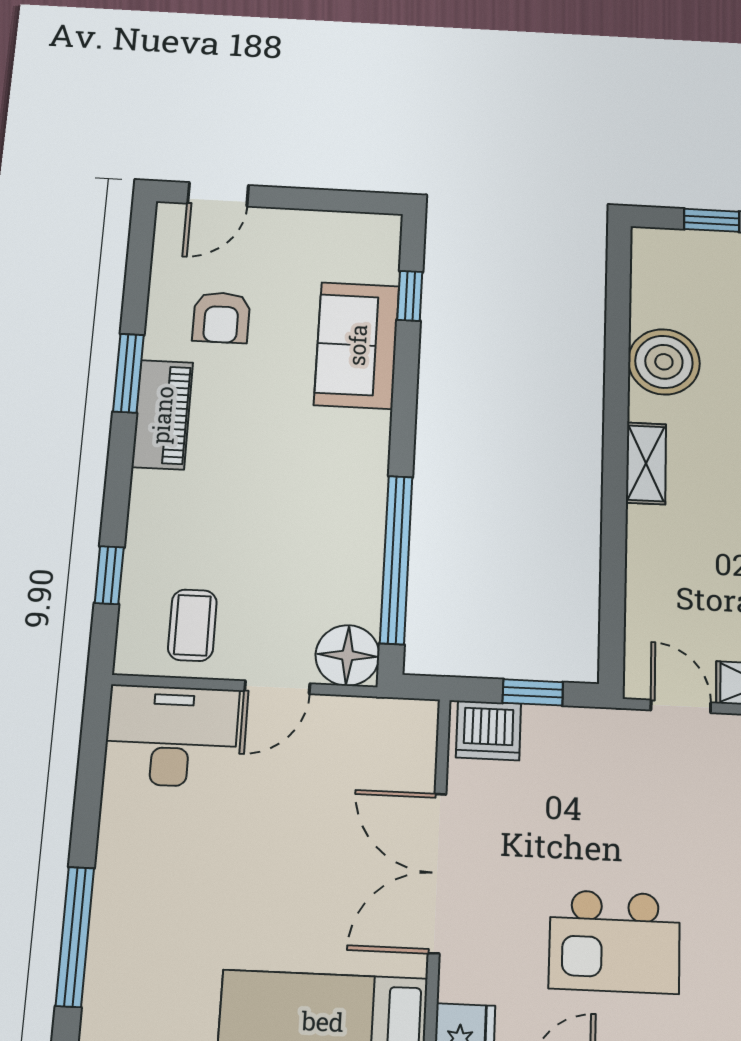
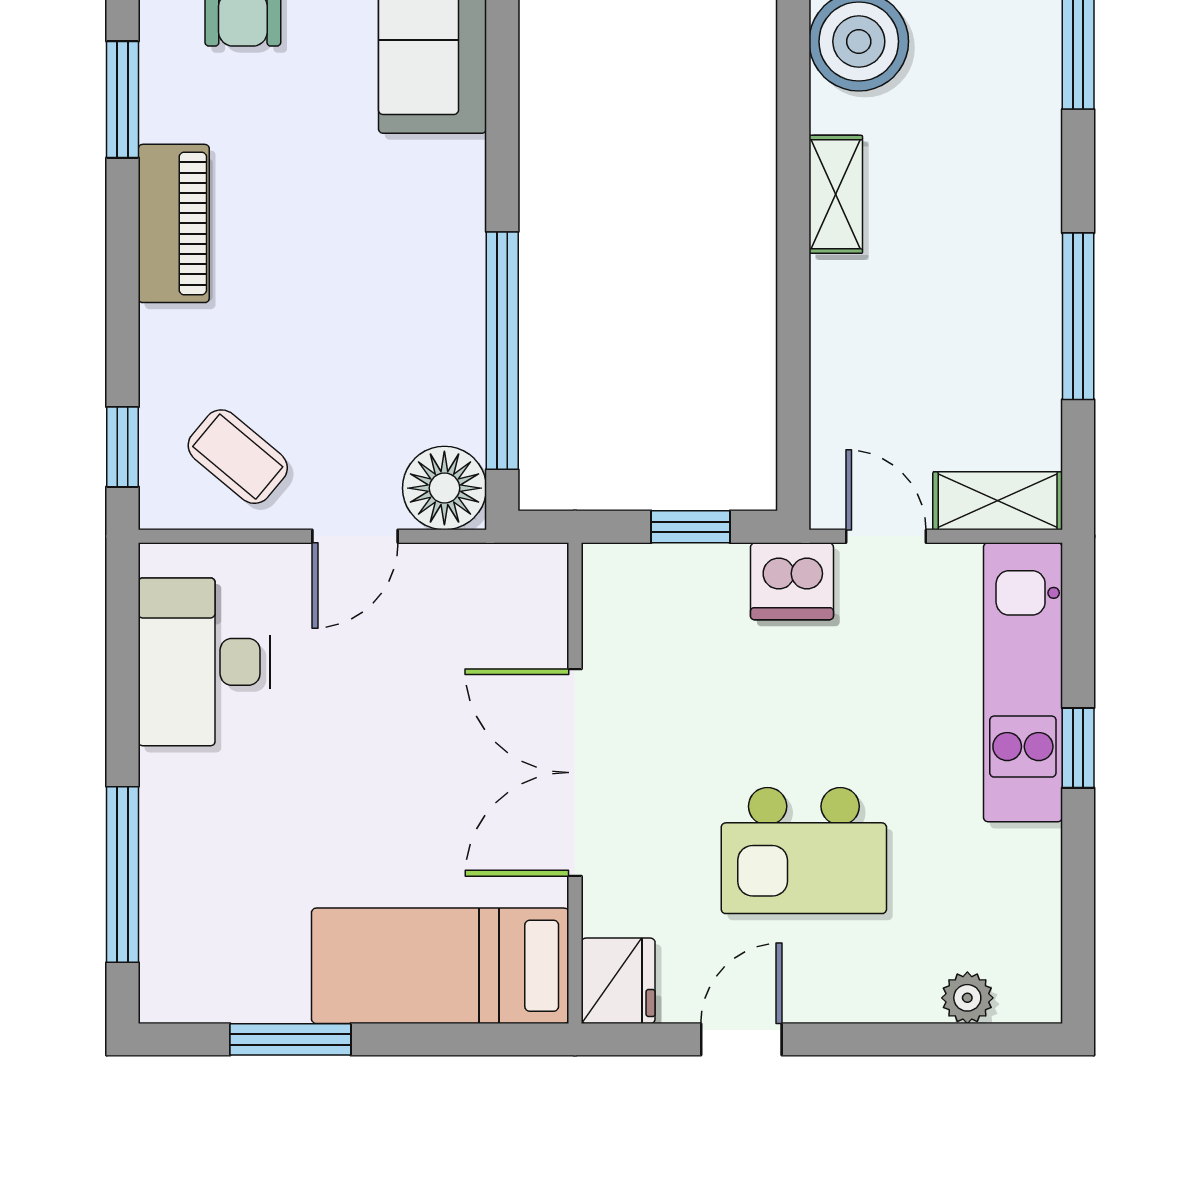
piano: (162, 415) -> (174, 223), moved
window: (109, 575) -> (122, 447), moved
coffee table: (192, 625) -> (238, 457), turned -50
dishwasher: (488, 730) -> (792, 581), moved
desk: (171, 736) -> (204, 662), moved, turned -90

